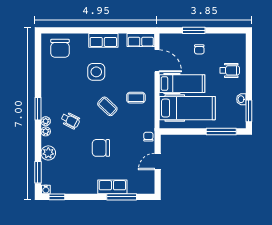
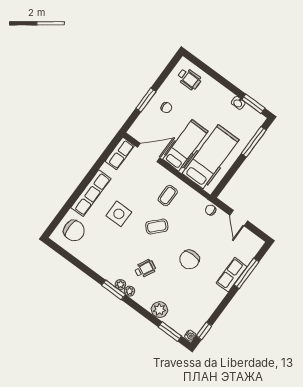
row of seats: (103, 40) -> (91, 193), width x1.48
wheelchair: (230, 70) -> (189, 79), moved, turned 90
plant: (46, 131) -> (120, 284), moved

